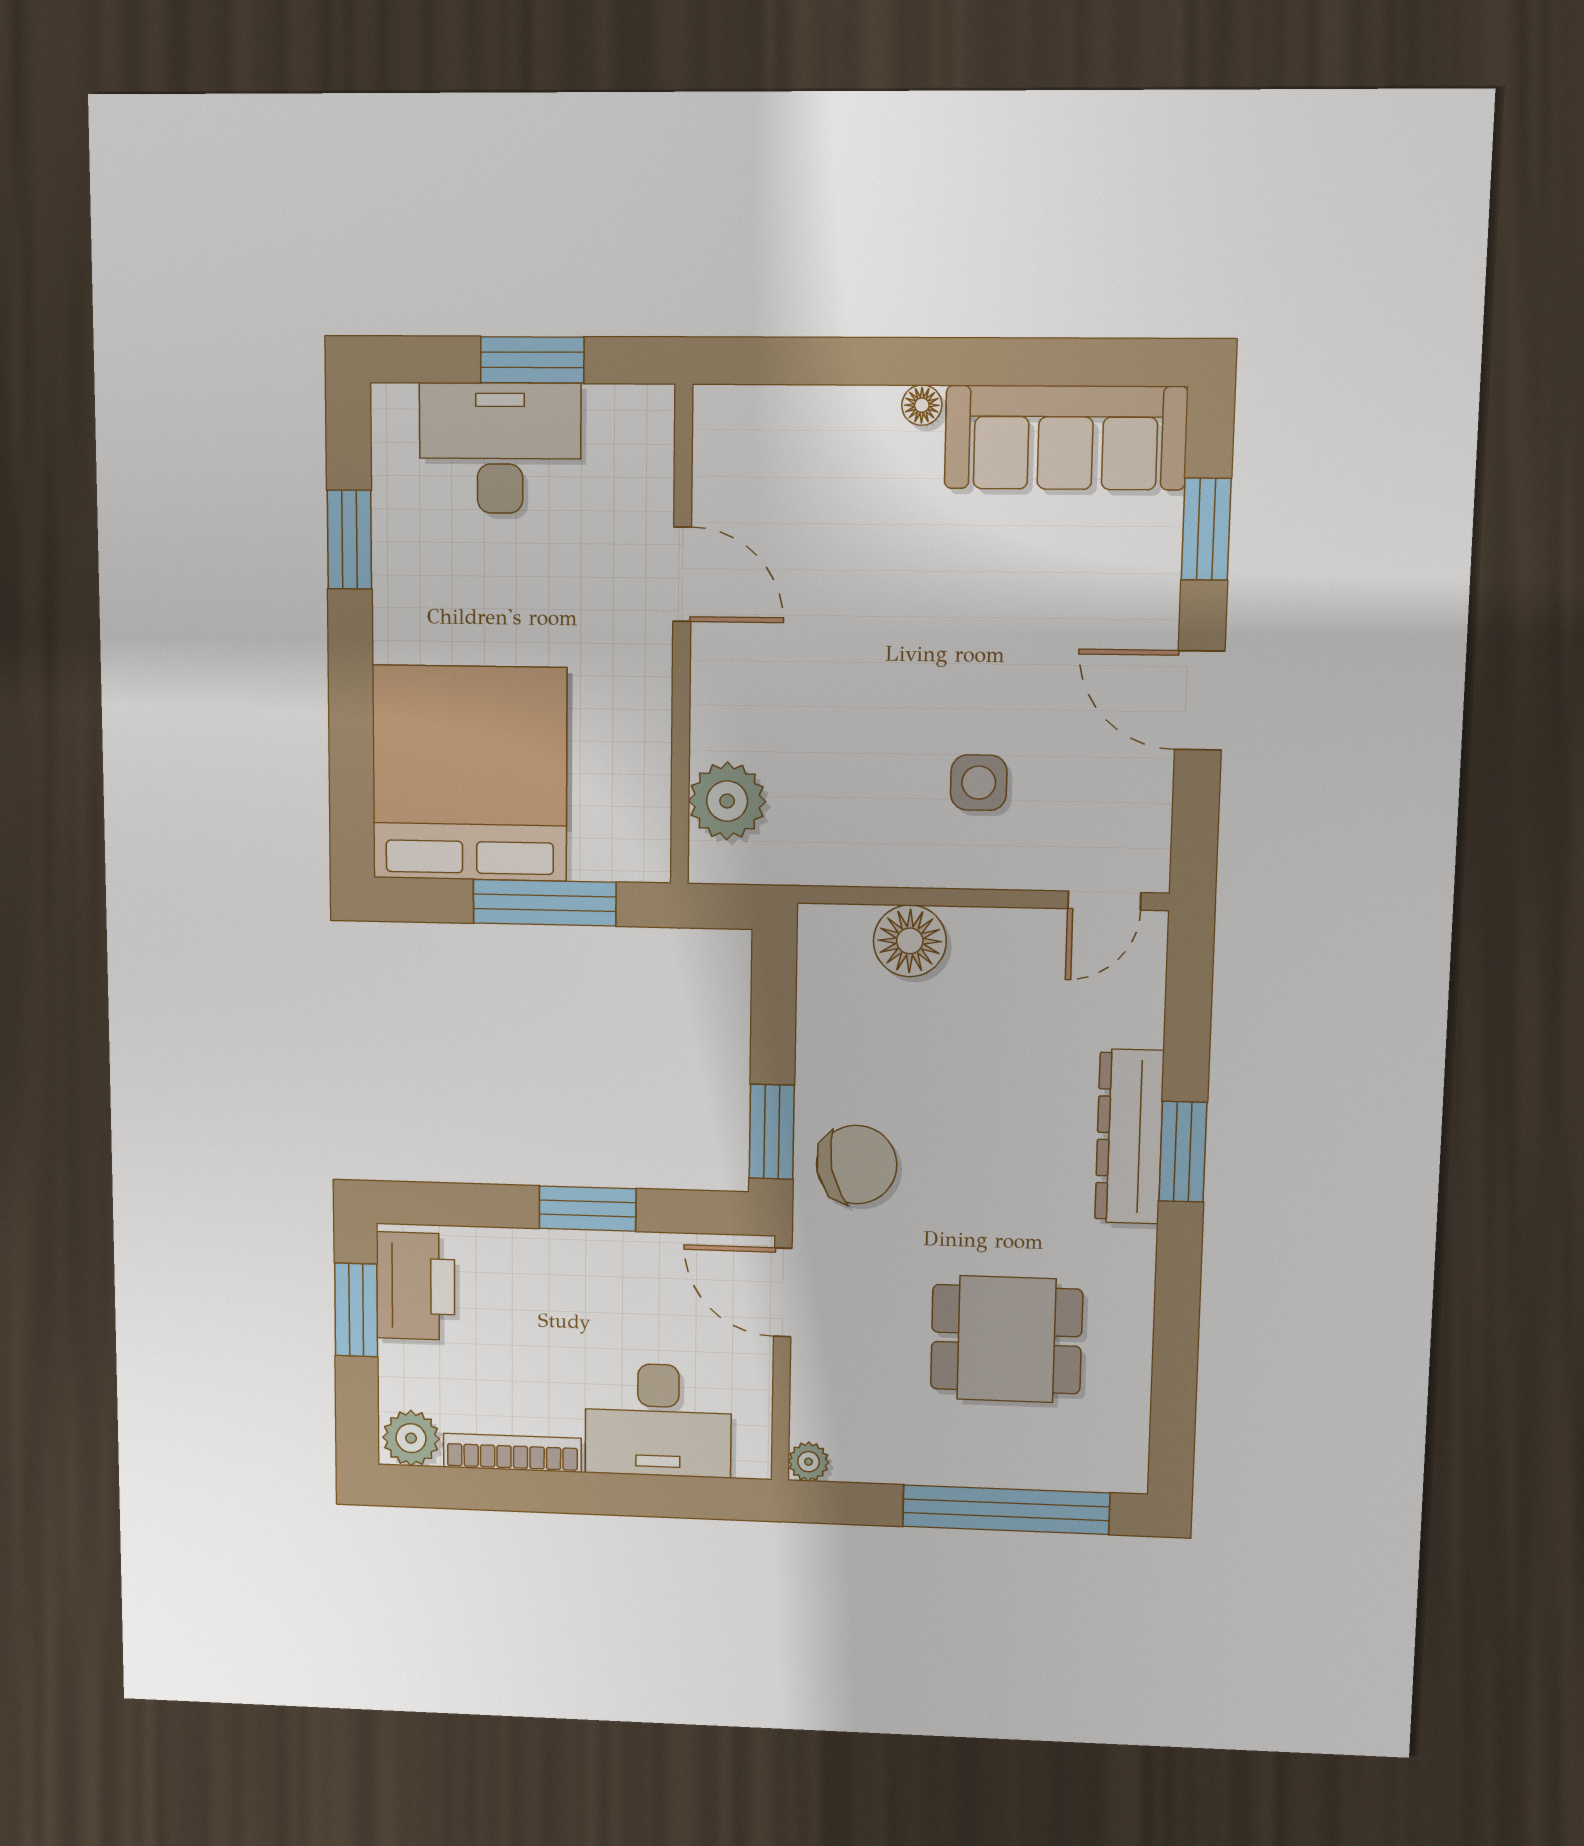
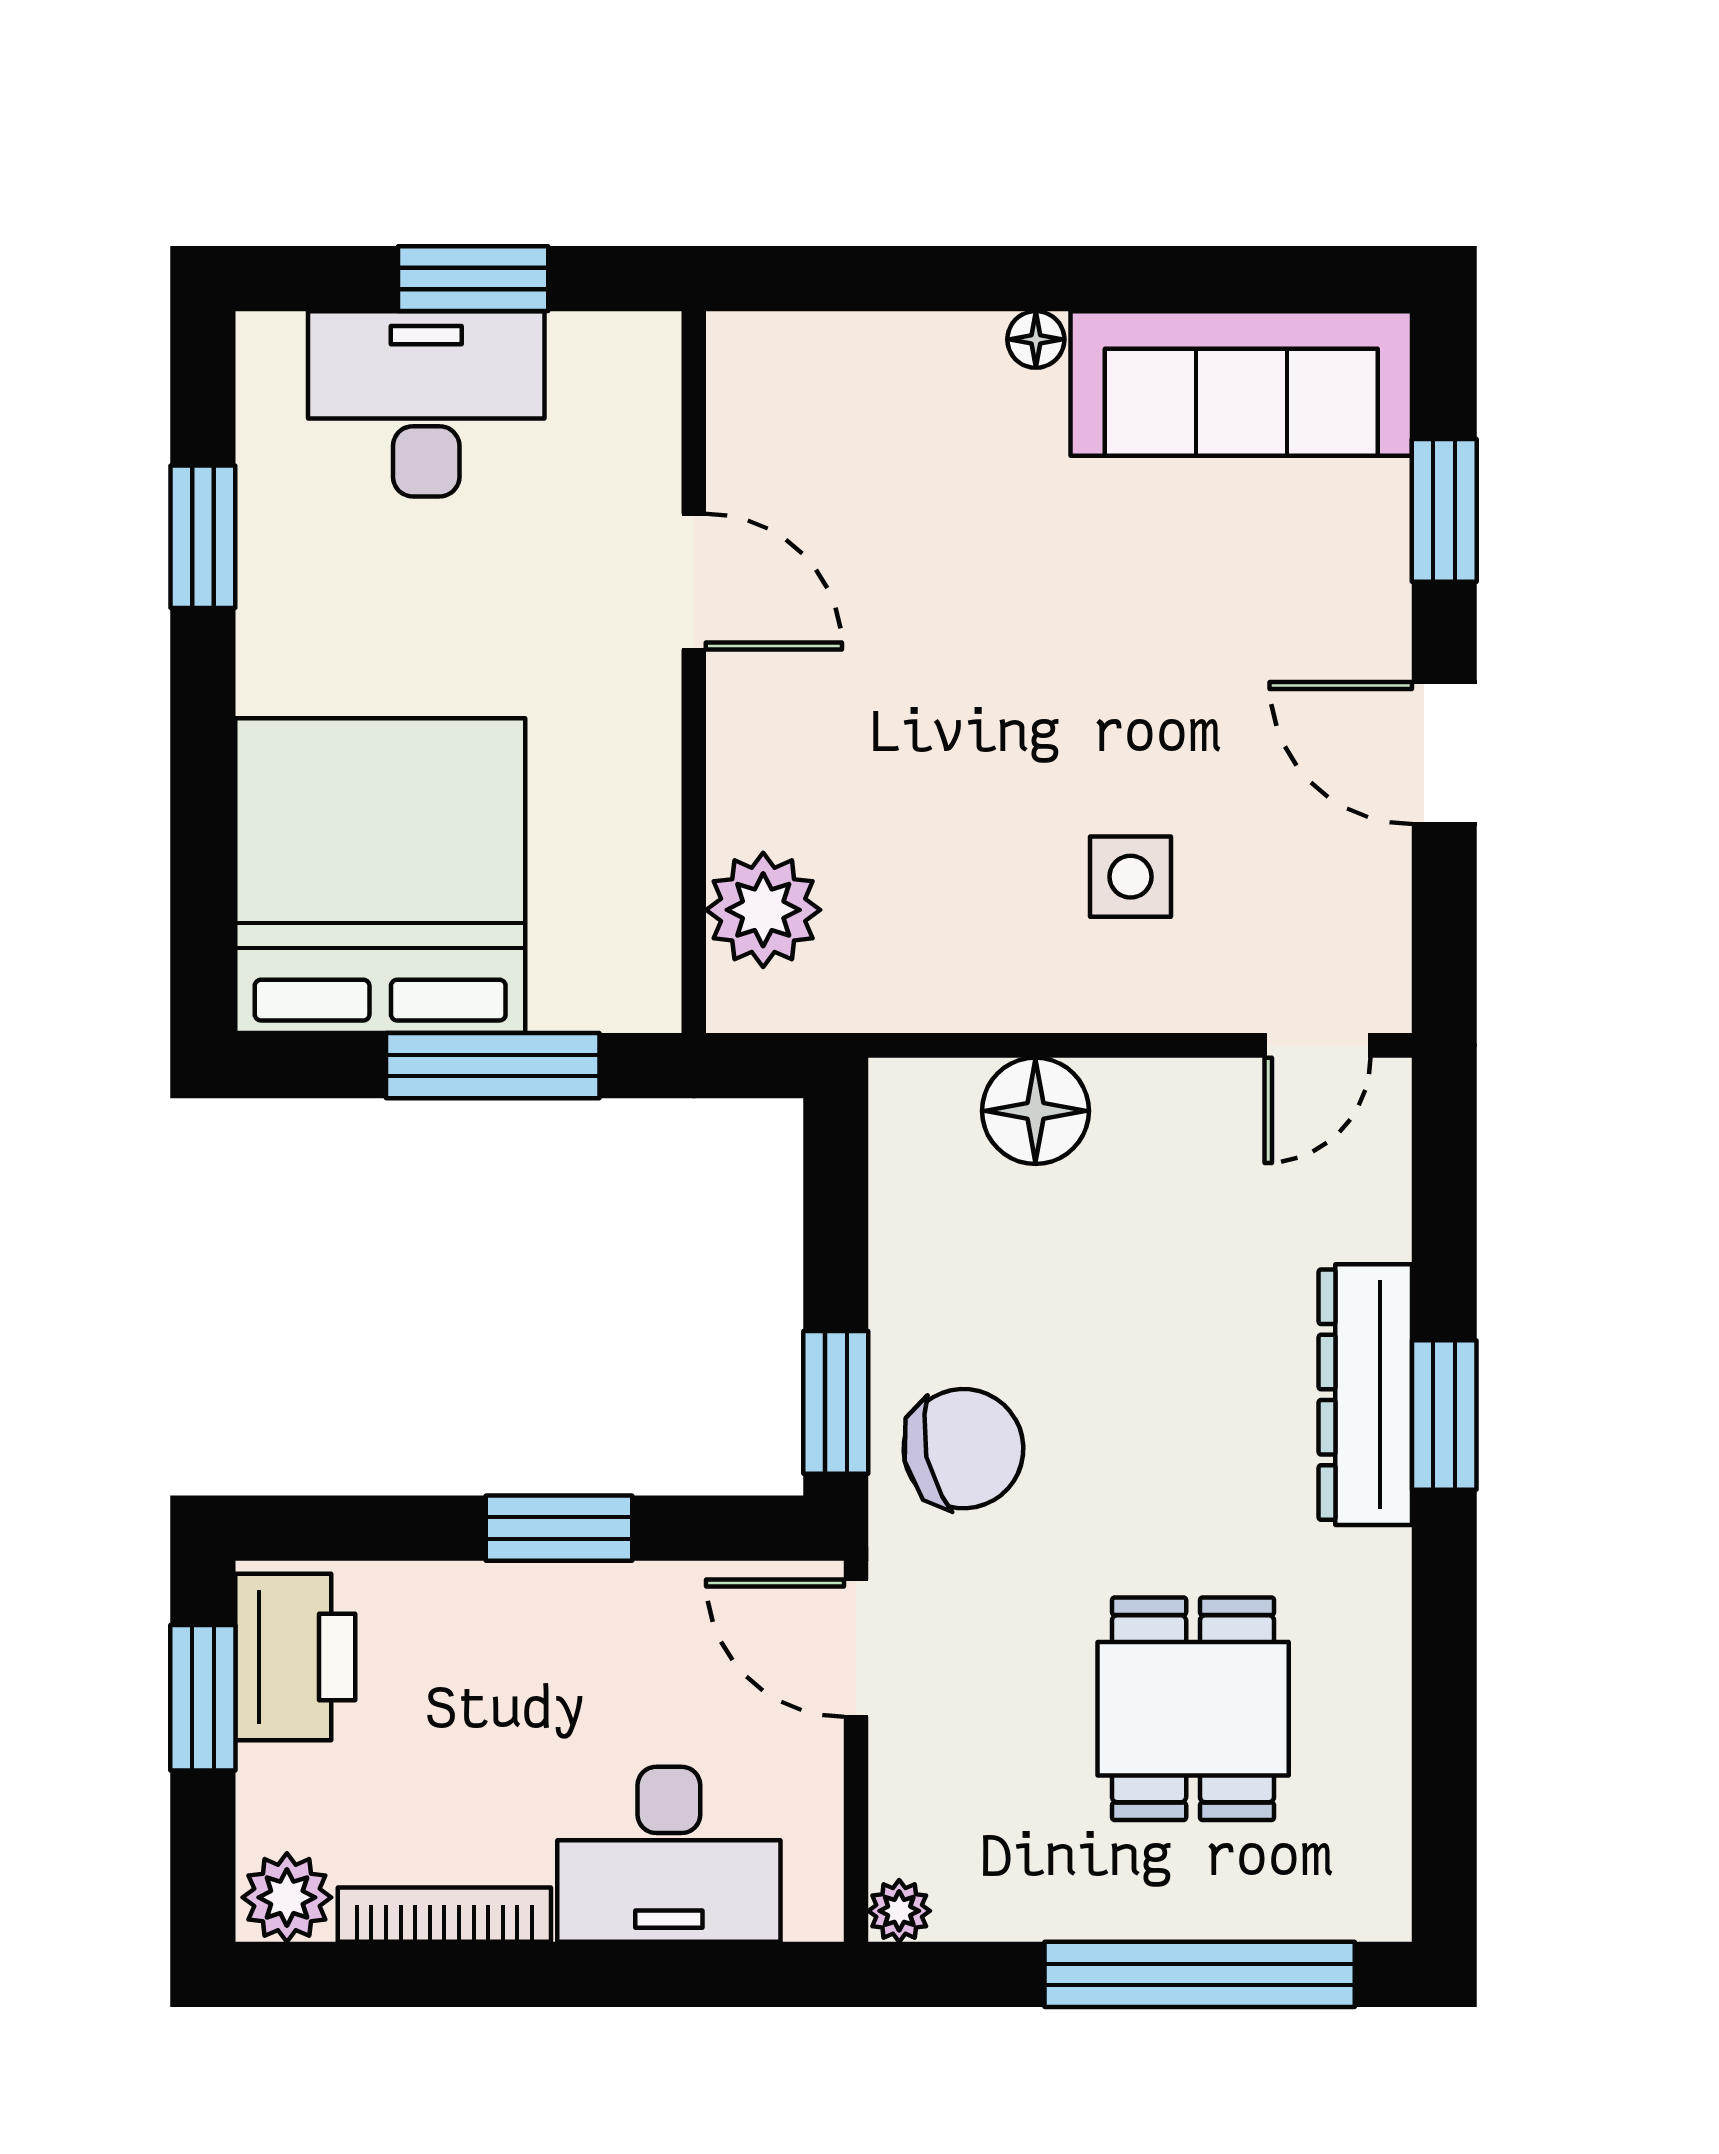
dining table: (1006, 1339) -> (1193, 1709), turned 90

